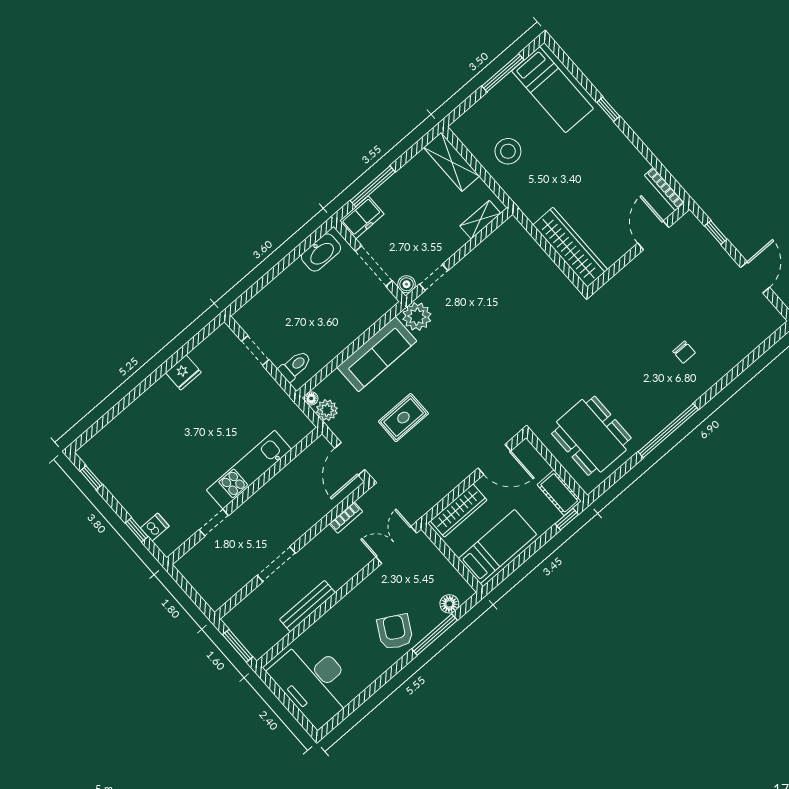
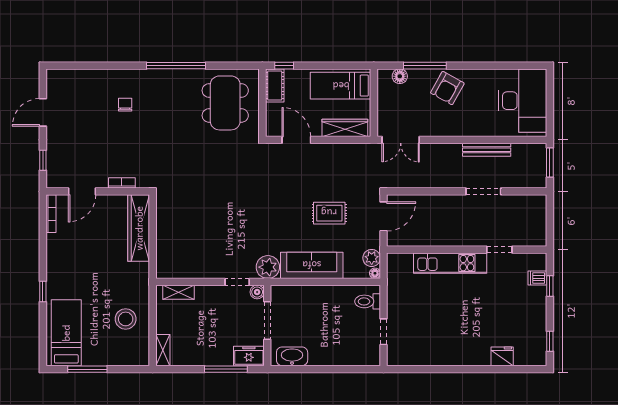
shelving: (452, 162) -> (163, 350), width x0.67, depth x0.75
fridge: (183, 373) -> (502, 356), moved
bookcase: (346, 518) -> (122, 183), moved

